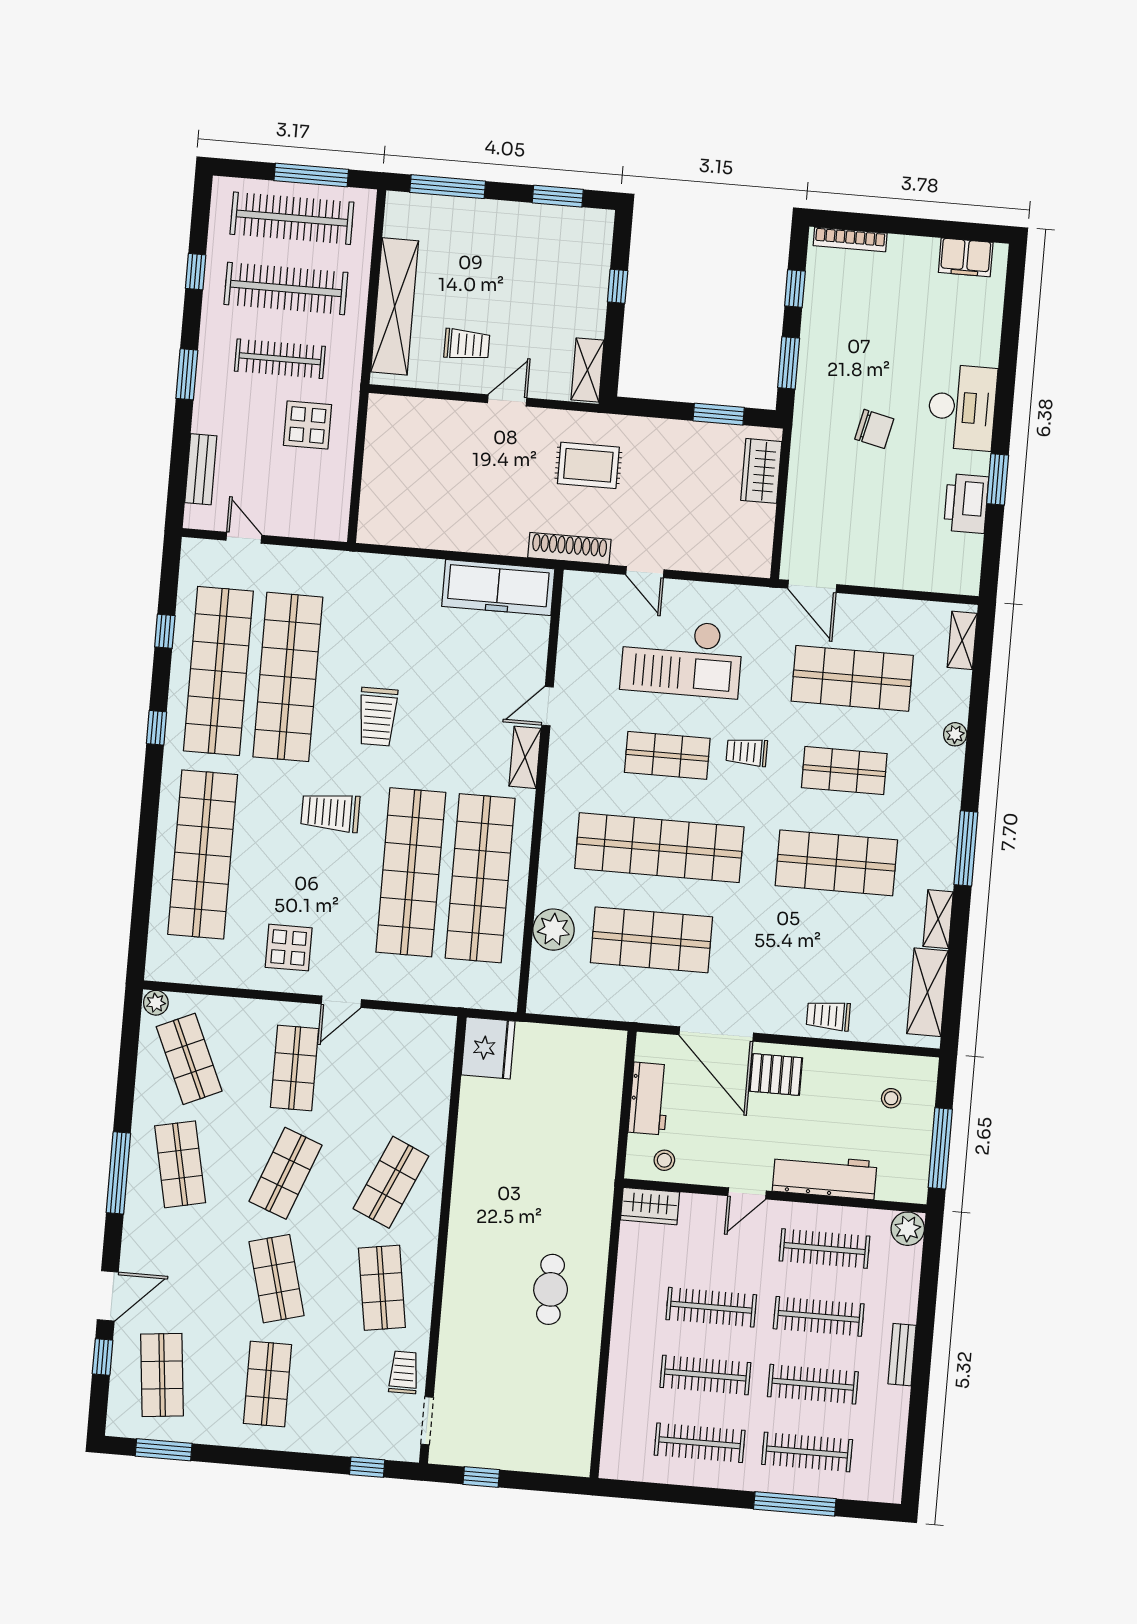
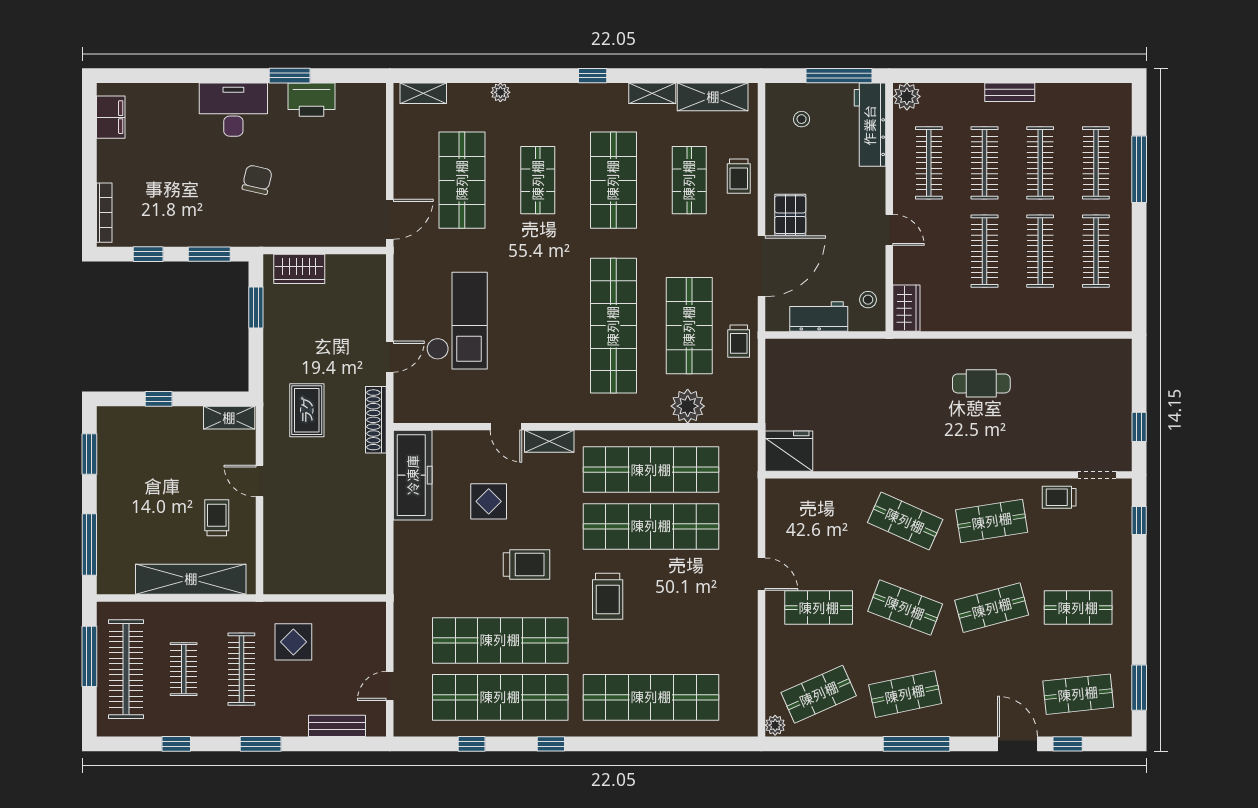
clothes rail: (286, 288) -> (184, 669), width x0.54, depth x0.76
trolley: (747, 752) -> (739, 341), moved
shop shelf: (667, 755) -> (689, 180), moved
window: (966, 848) -> (593, 76), width x0.46
display table: (289, 948) -> (489, 501), moved
workbench: (825, 1176) -> (870, 125), moved

